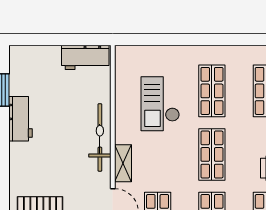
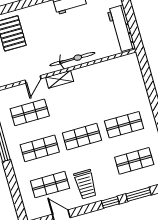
workbench: (85, 57) -> (121, 29), width x1.38
checkout: (160, 104) -> (106, 93), removed

